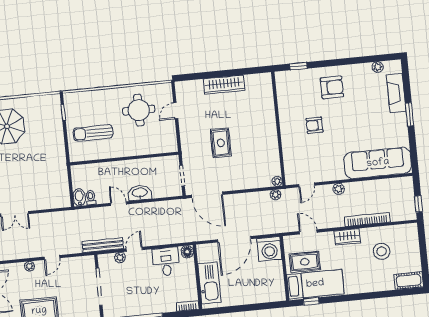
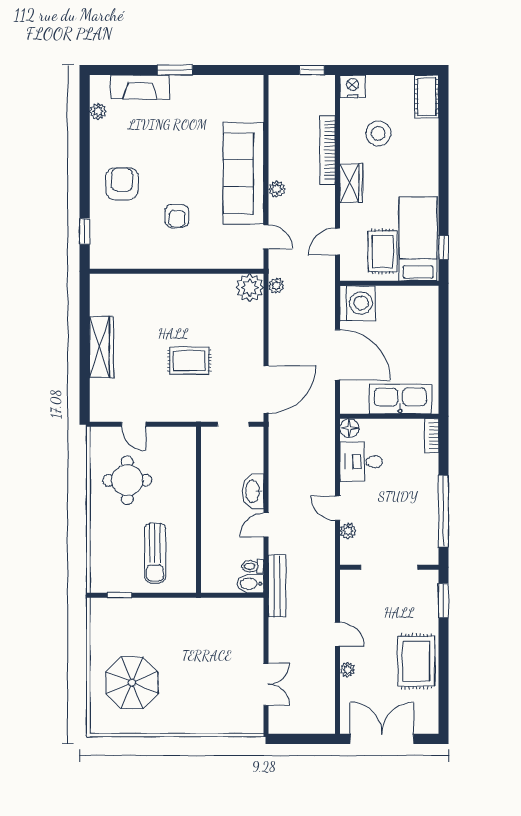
sofa: (378, 163) -> (243, 173), moved
plant: (277, 181) -> (250, 288), width x1.87, depth x1.87
nightstand: (411, 232) -> (353, 86), added
bench: (103, 245) -> (277, 586), moved

